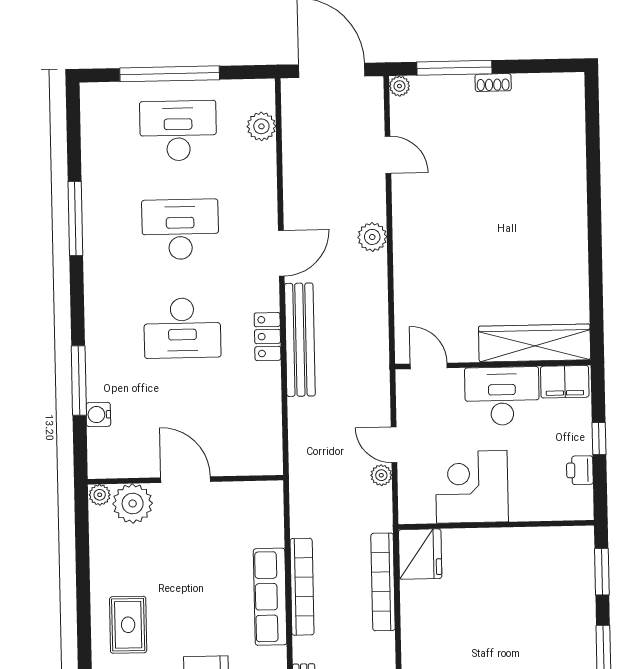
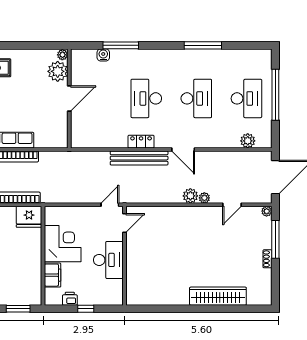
wardrobe: (535, 343) -> (218, 296), moved, turned -90
filing cabinet: (565, 382) -> (53, 275), moved, turned 180
door: (394, 445) -> (110, 205), moved
plant: (381, 475) -> (204, 198), moved

